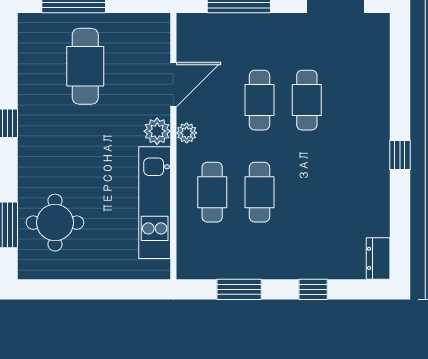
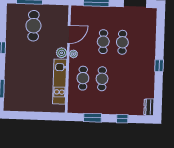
round table: (55, 223) -> (19, 88), removed

